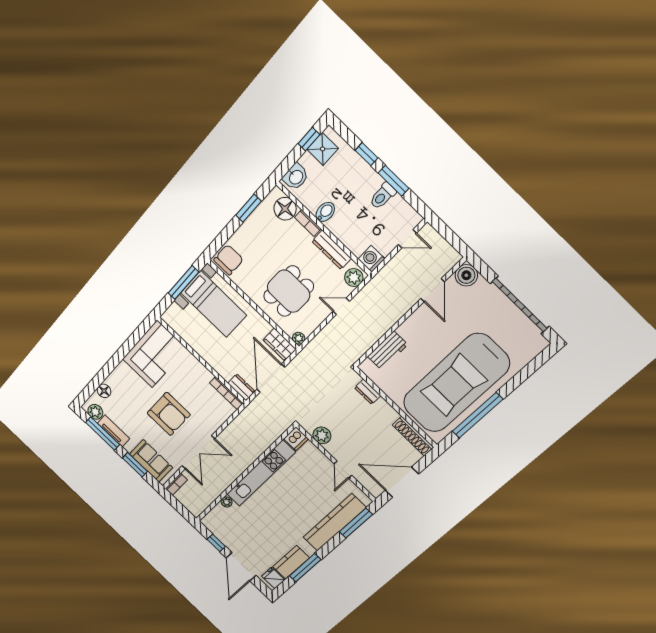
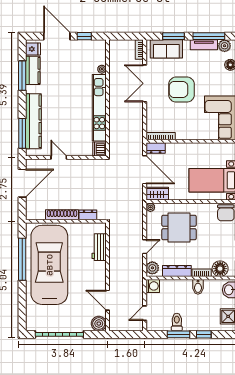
dining table: (289, 291) -> (179, 227), turned 90
plant: (322, 435) -> (88, 165), removed
shoe rack: (413, 436) -> (62, 215), moved

